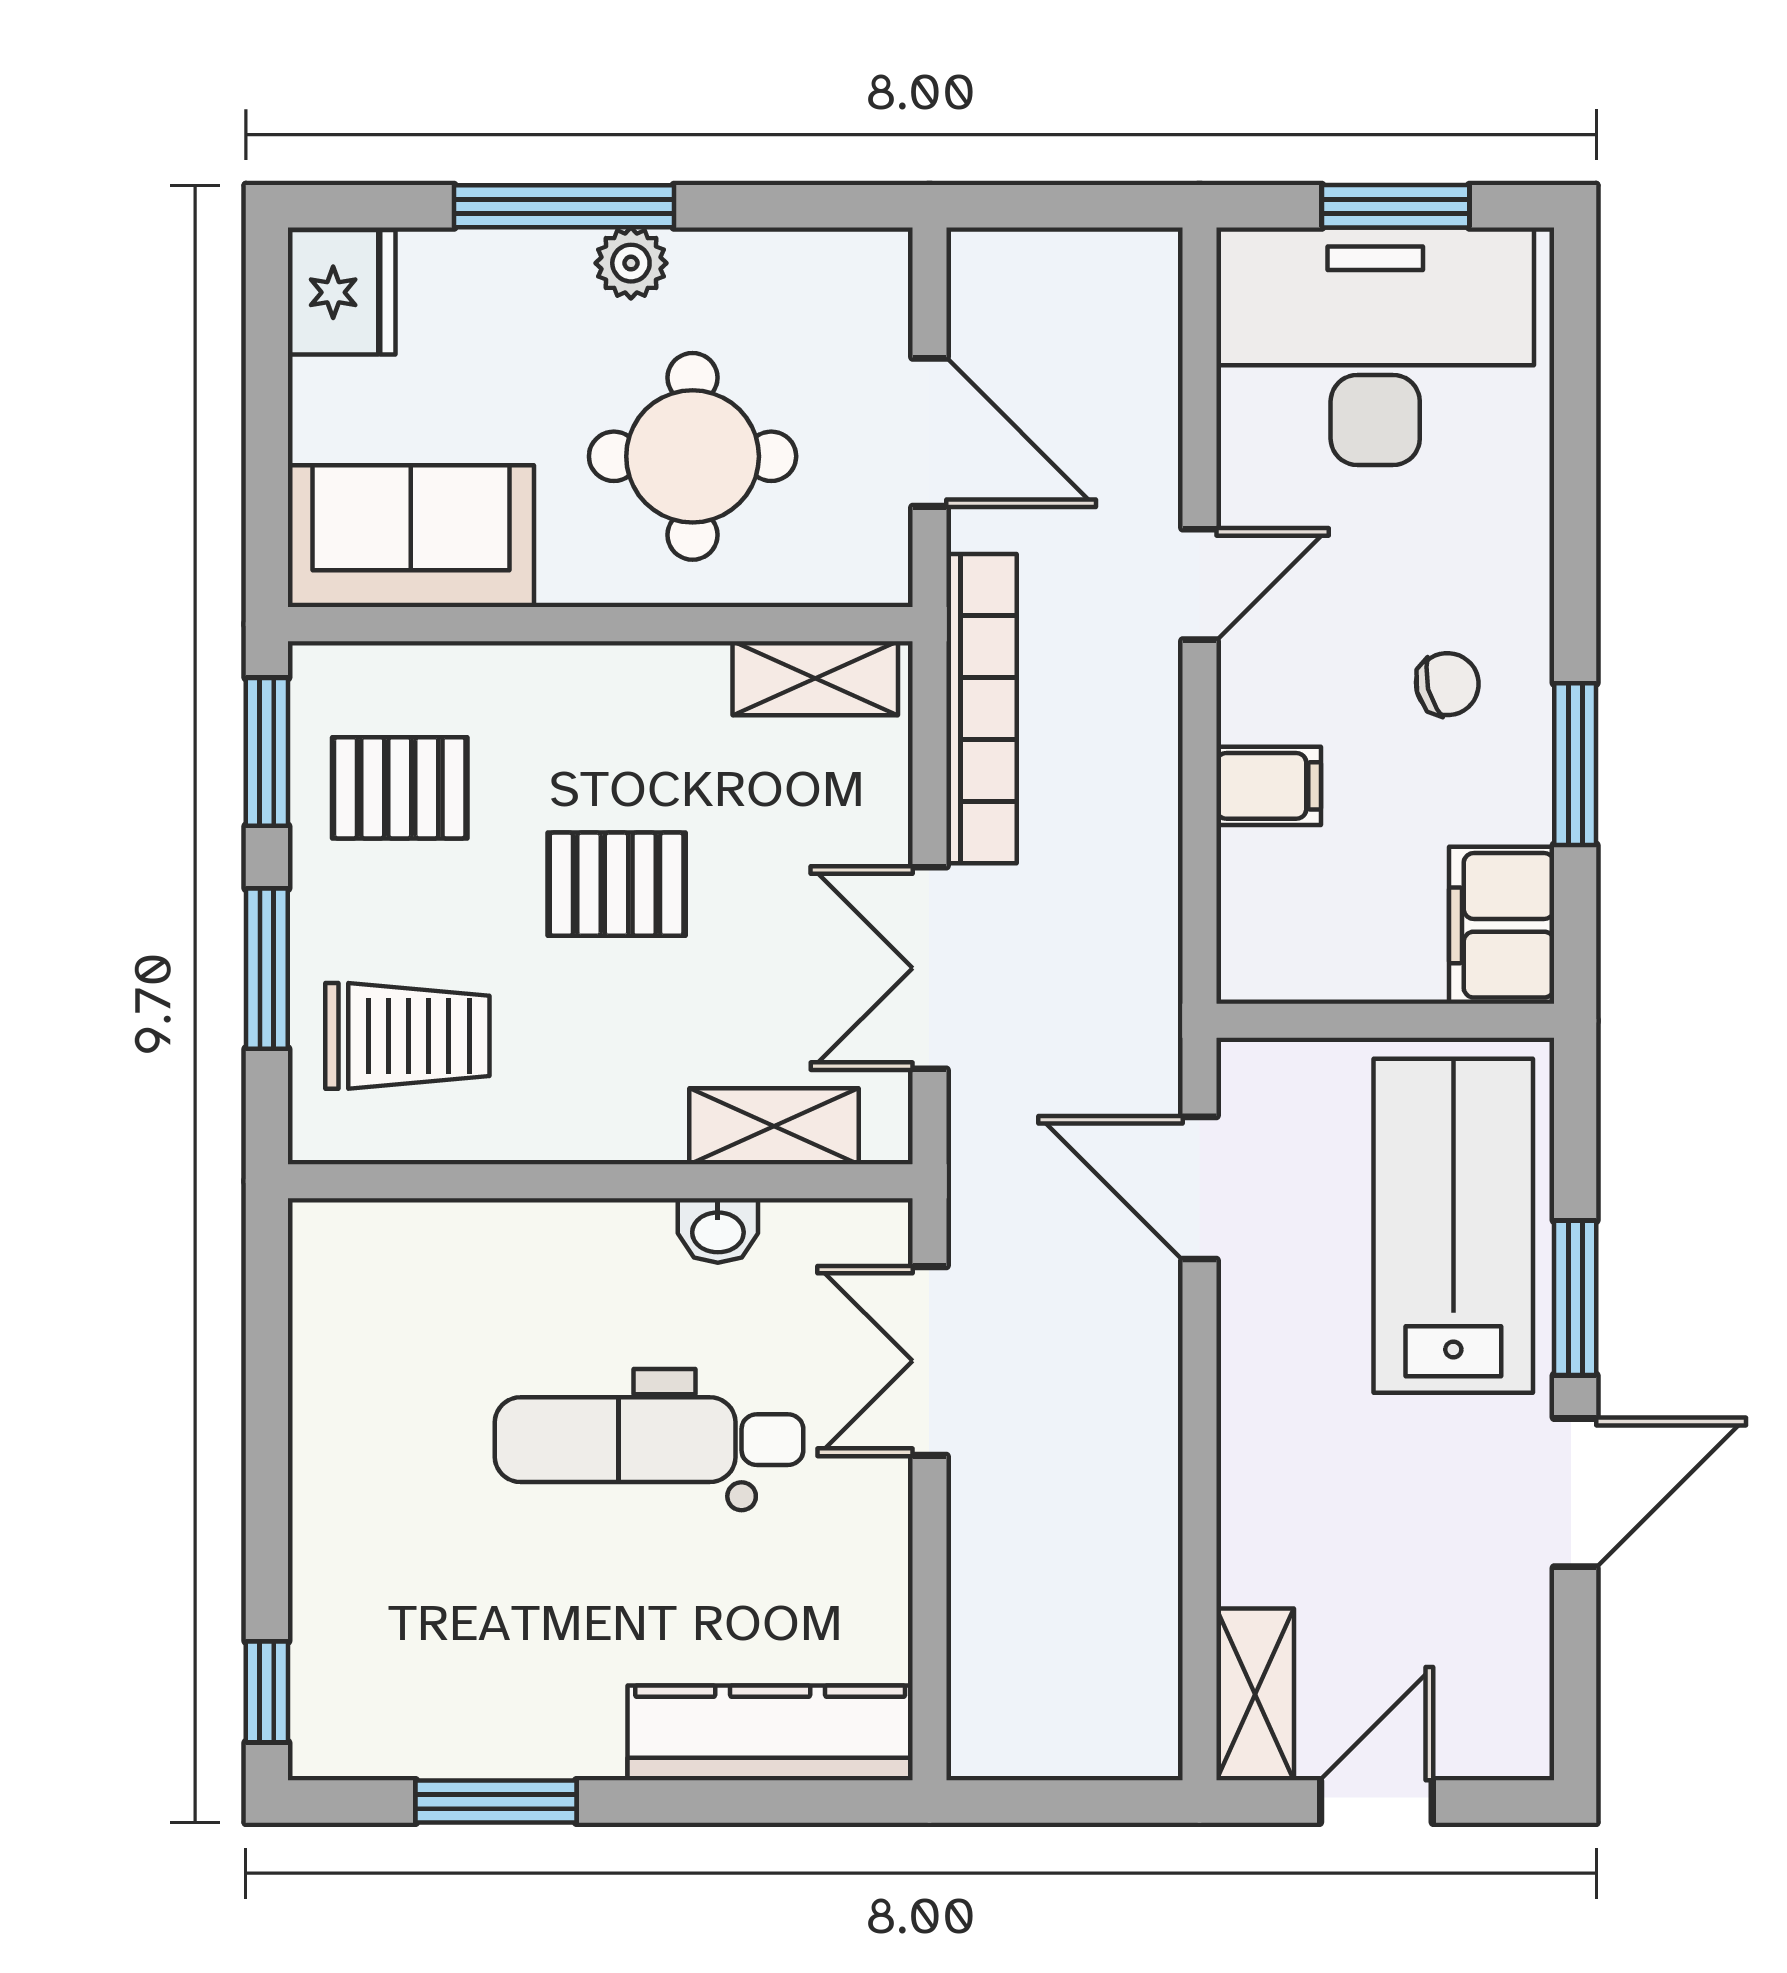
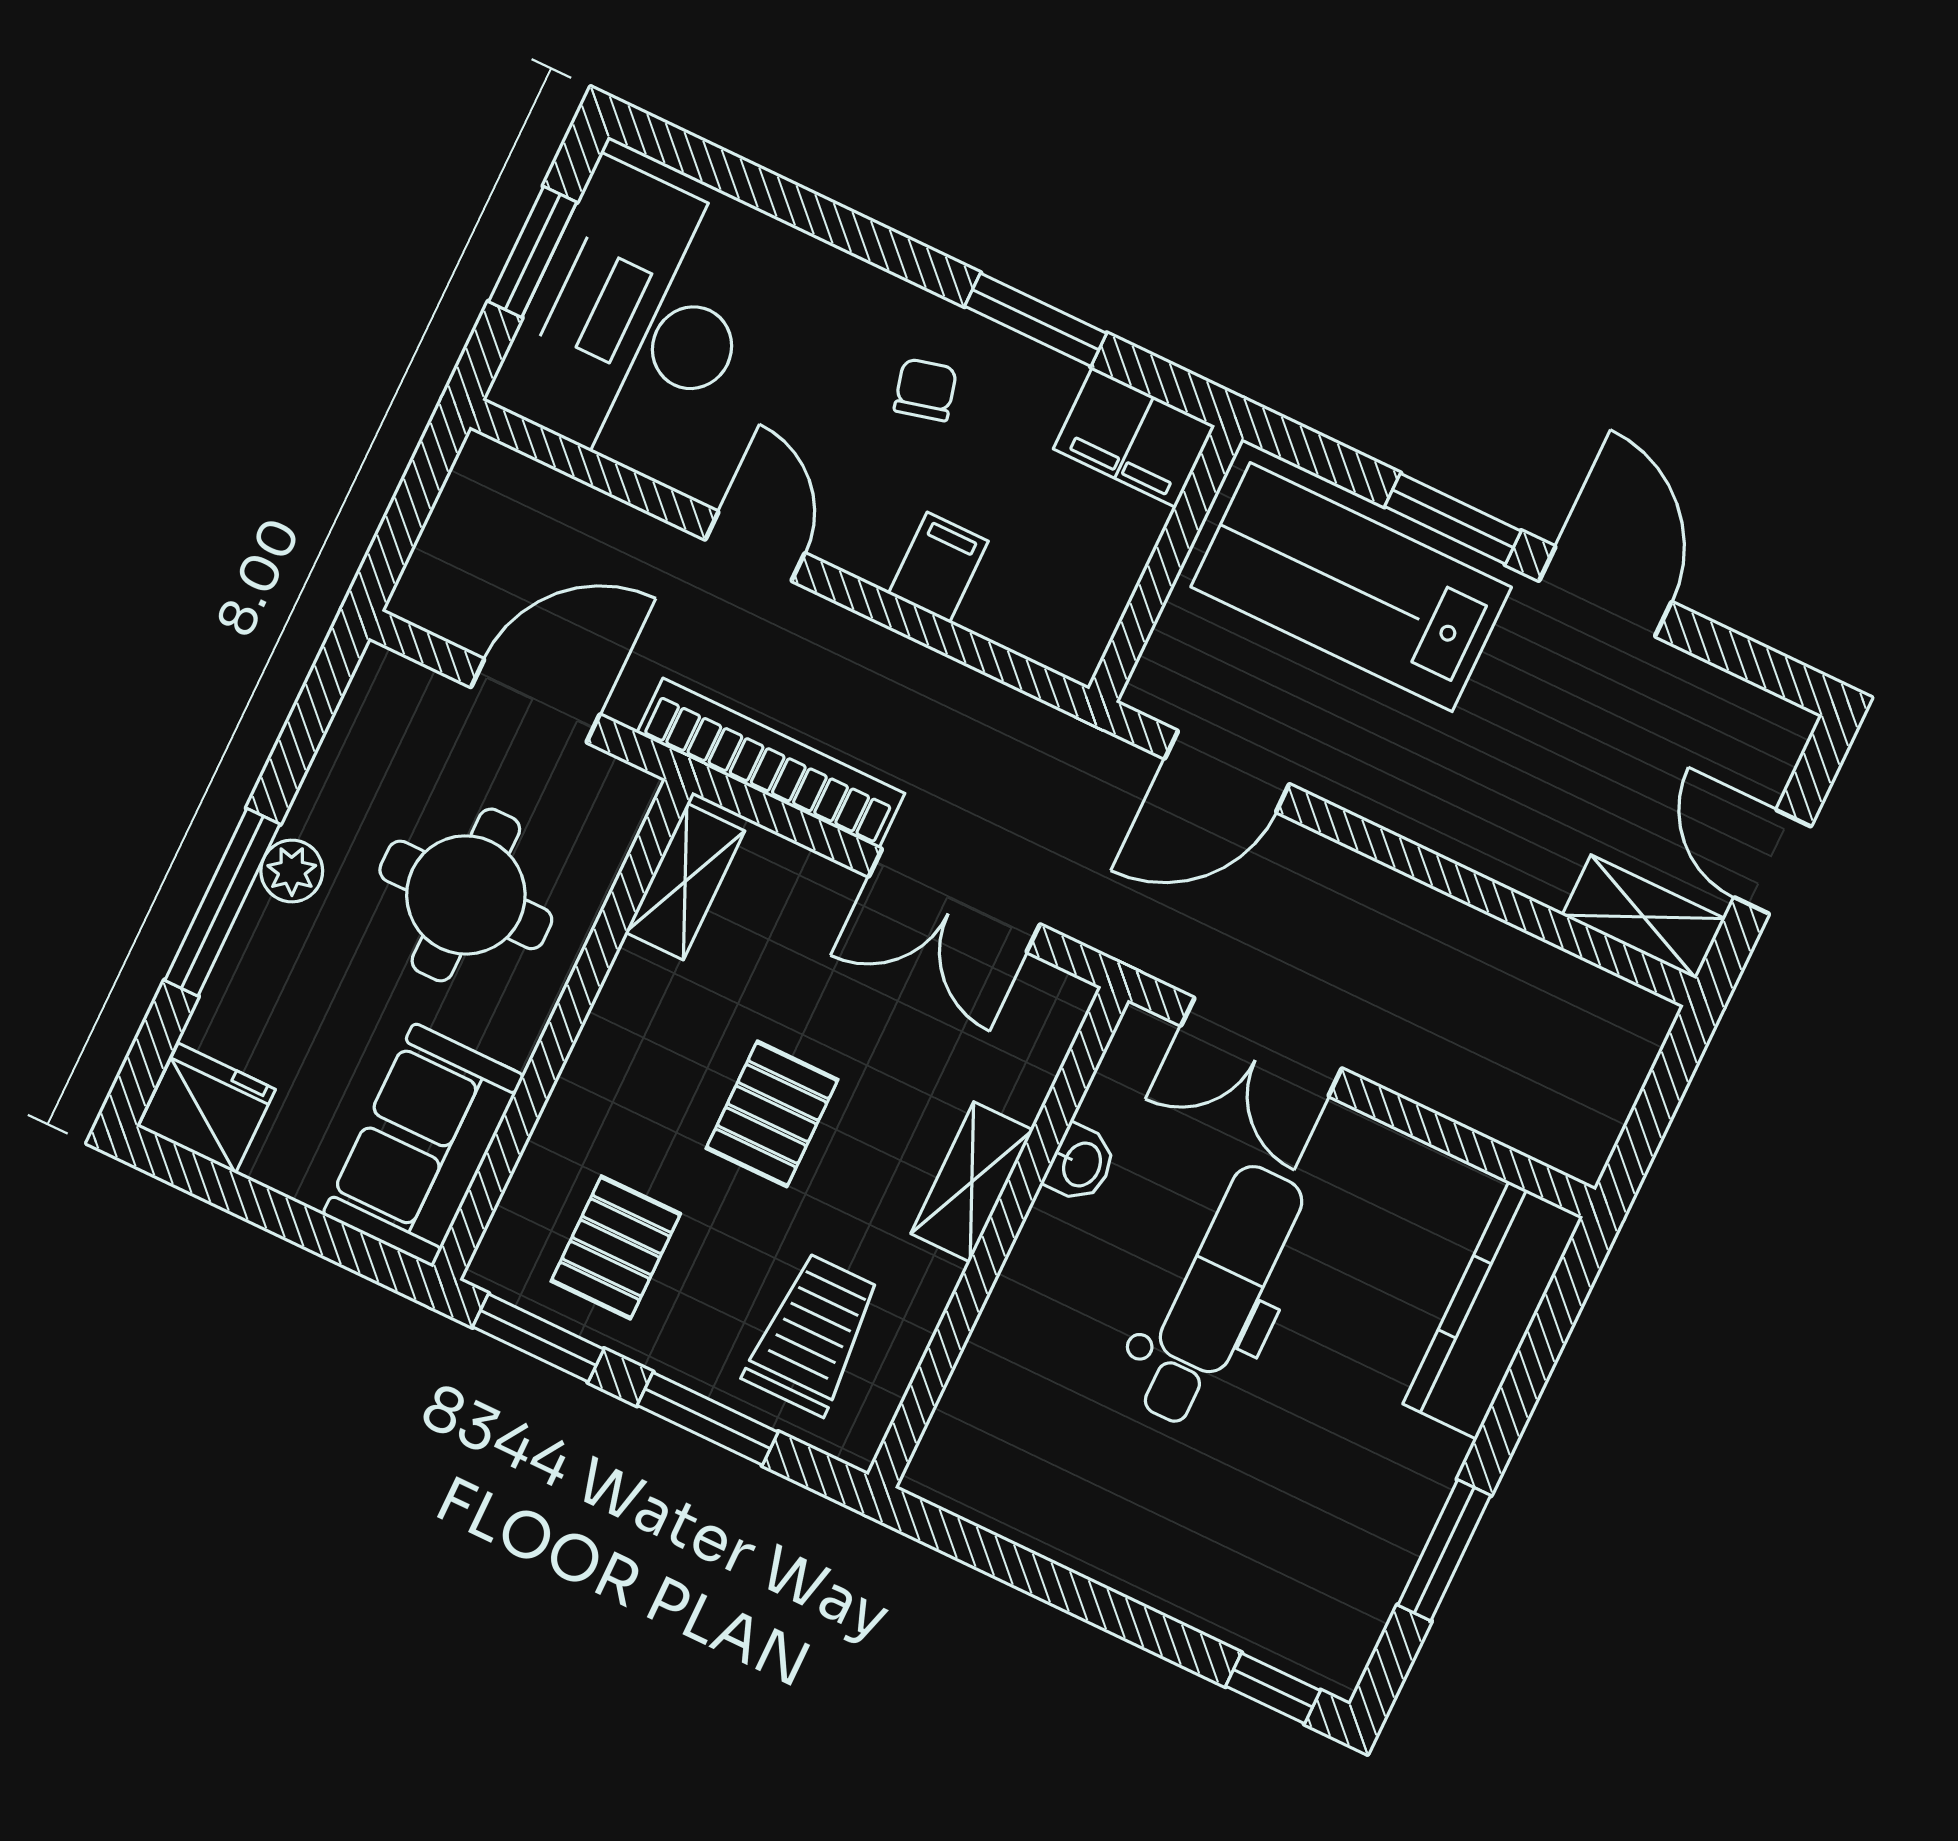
shelving: (774, 1126) -> (972, 1182), moved
dental chair: (649, 1440) -> (1218, 1296), turned 180

